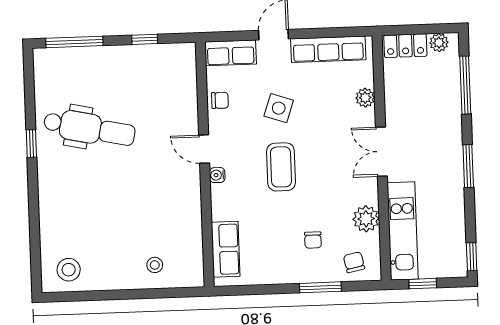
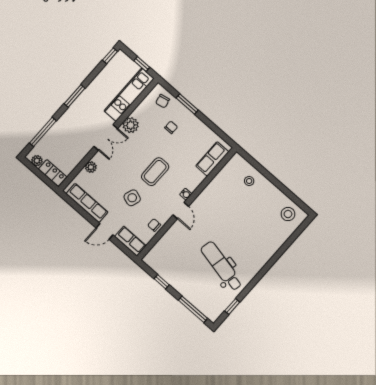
window: (31, 144) -> (232, 306), moved
plant: (366, 219) -> (131, 125), moved

